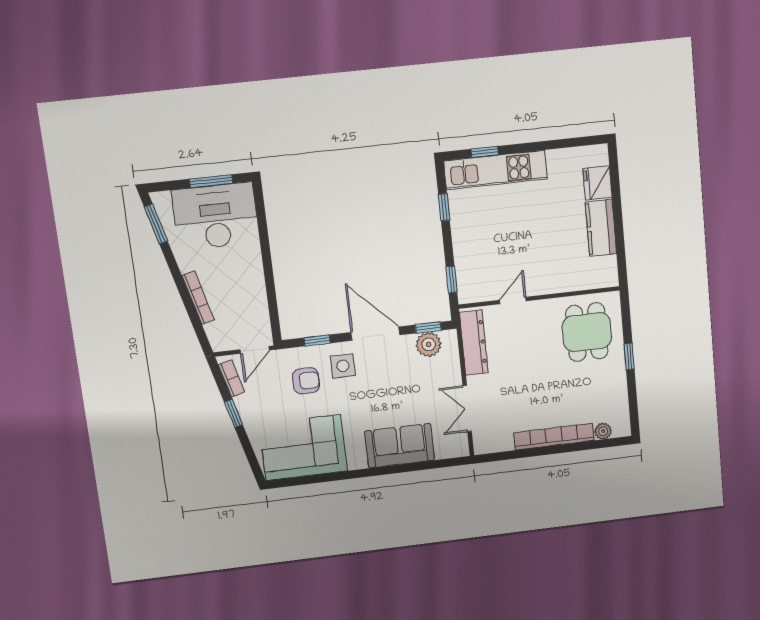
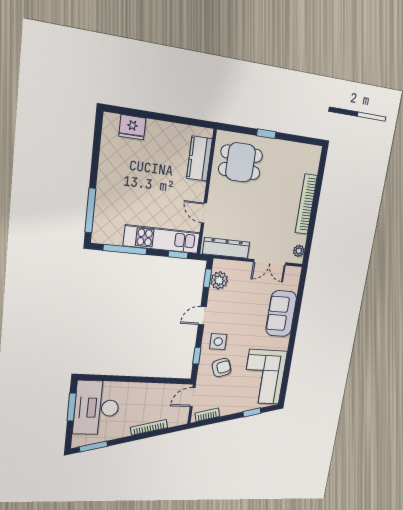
window: (485, 152) -> (90, 210), width x2.17
kitchen unit: (496, 170) -> (162, 239), moved, turned -90
window: (444, 207) -> (125, 249), width x2.17
kitchen counter: (601, 228) -> (199, 159), moved, turned 90
door: (375, 334) -> (202, 316), width x0.53
door: (255, 350) -> (193, 397), swing flipped
armchair: (306, 381) -> (222, 368), turned 70
window: (233, 413) -> (252, 412), moved
plant: (603, 431) -> (299, 251), moved

